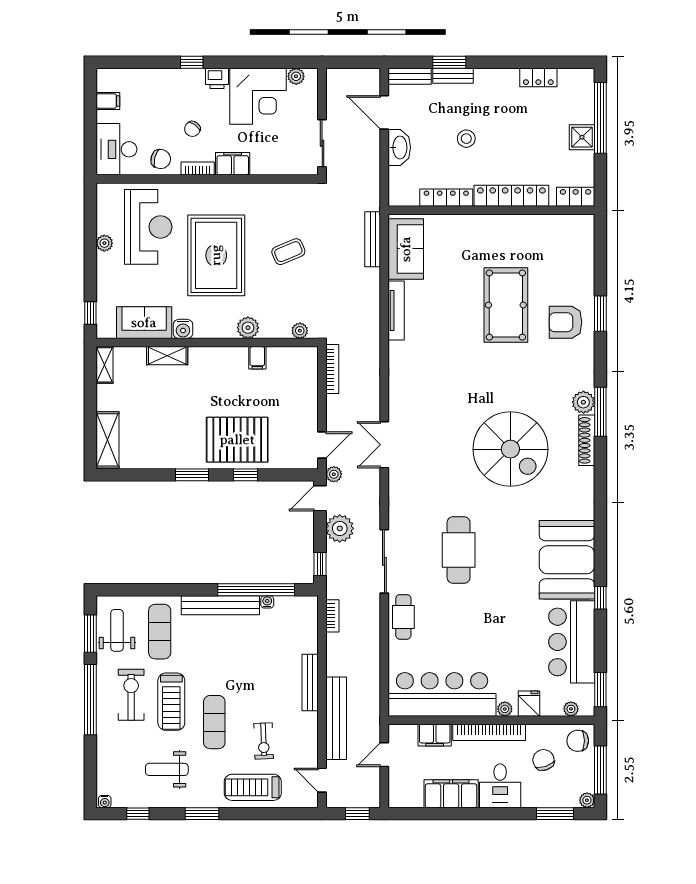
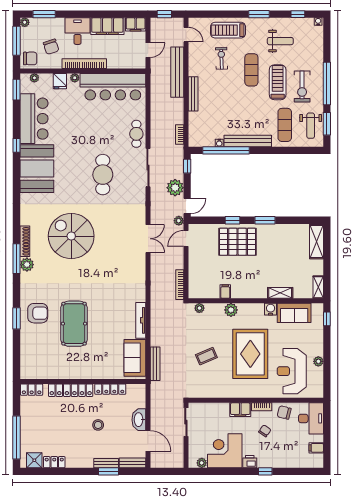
shower: (582, 137) -> (34, 460), moved
filing cabinet: (435, 735) -> (136, 24), moved, turned 180
treadmill: (253, 787) -> (228, 30), turned 180

